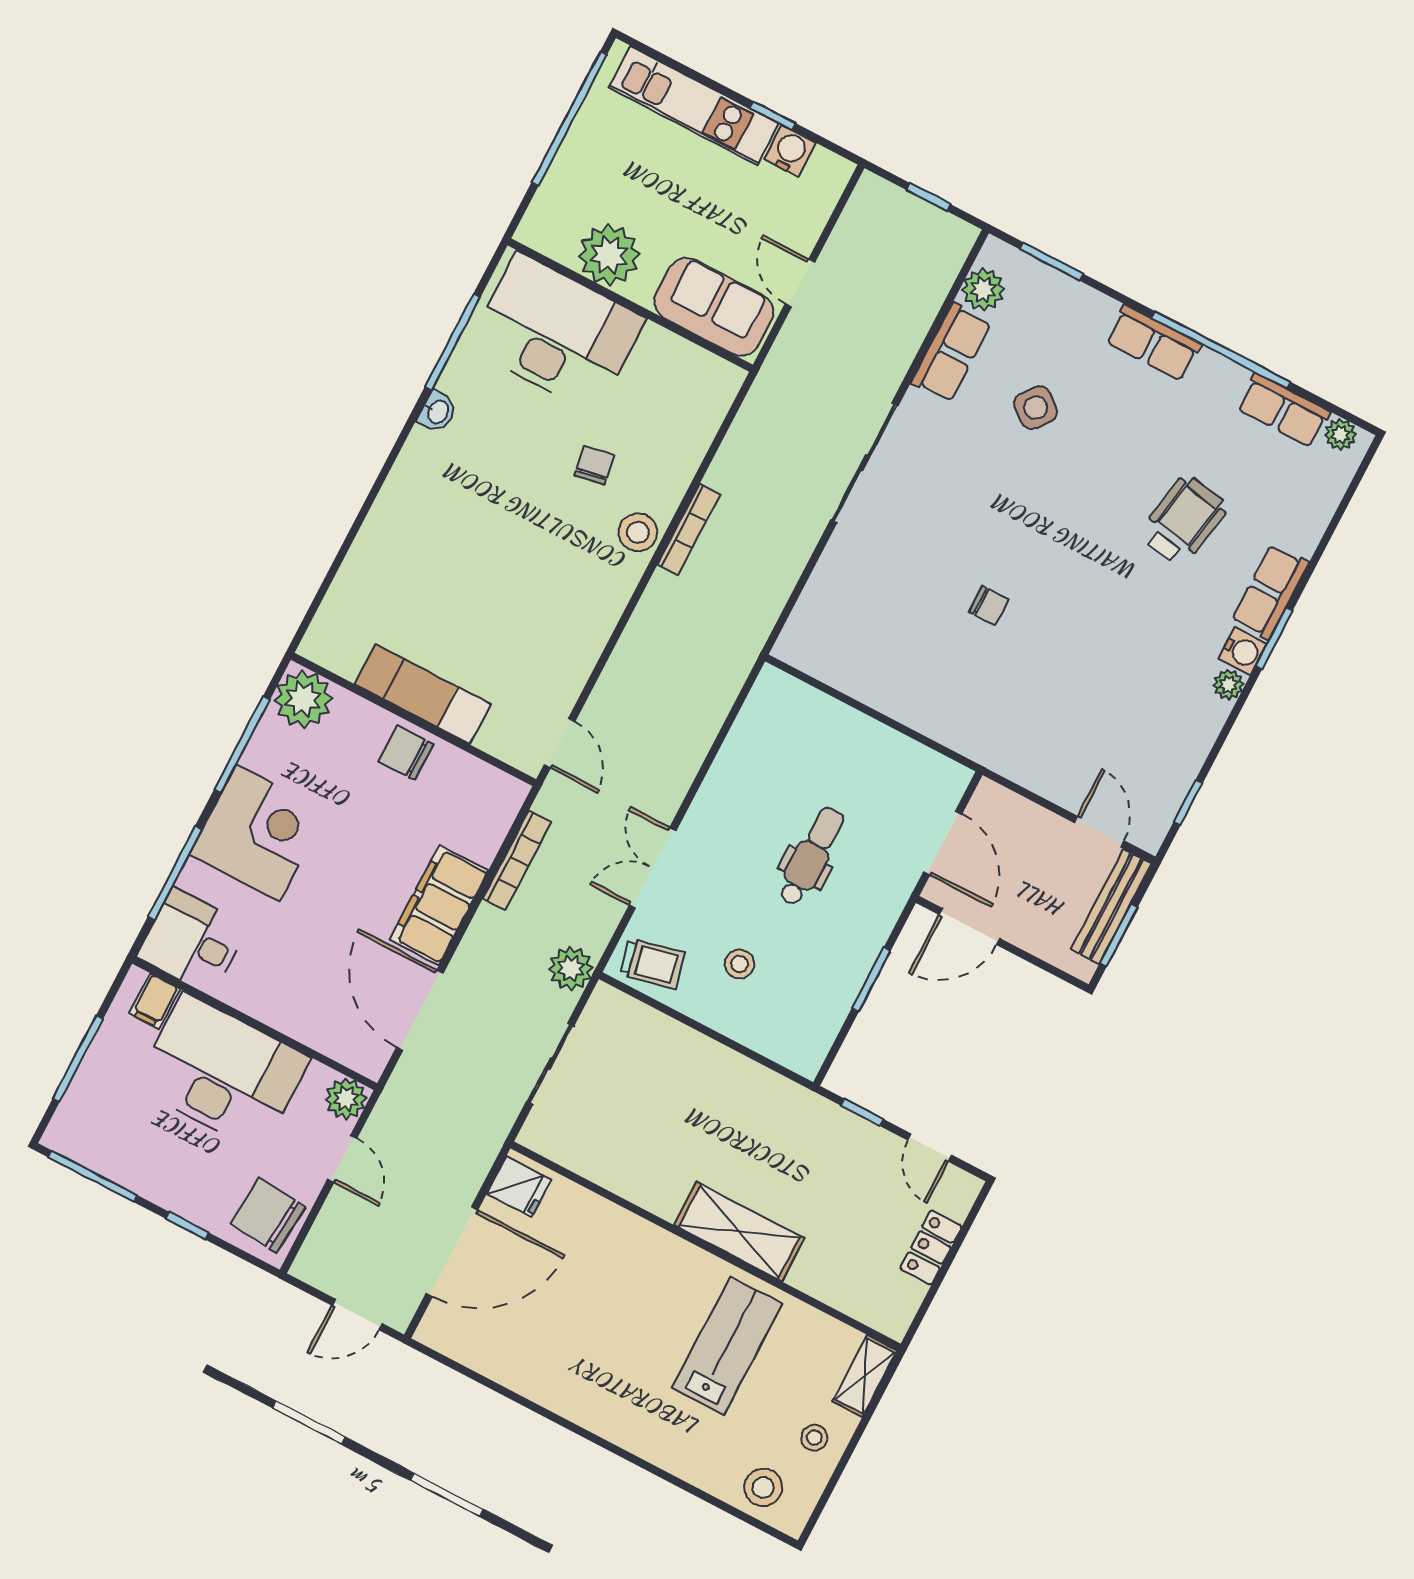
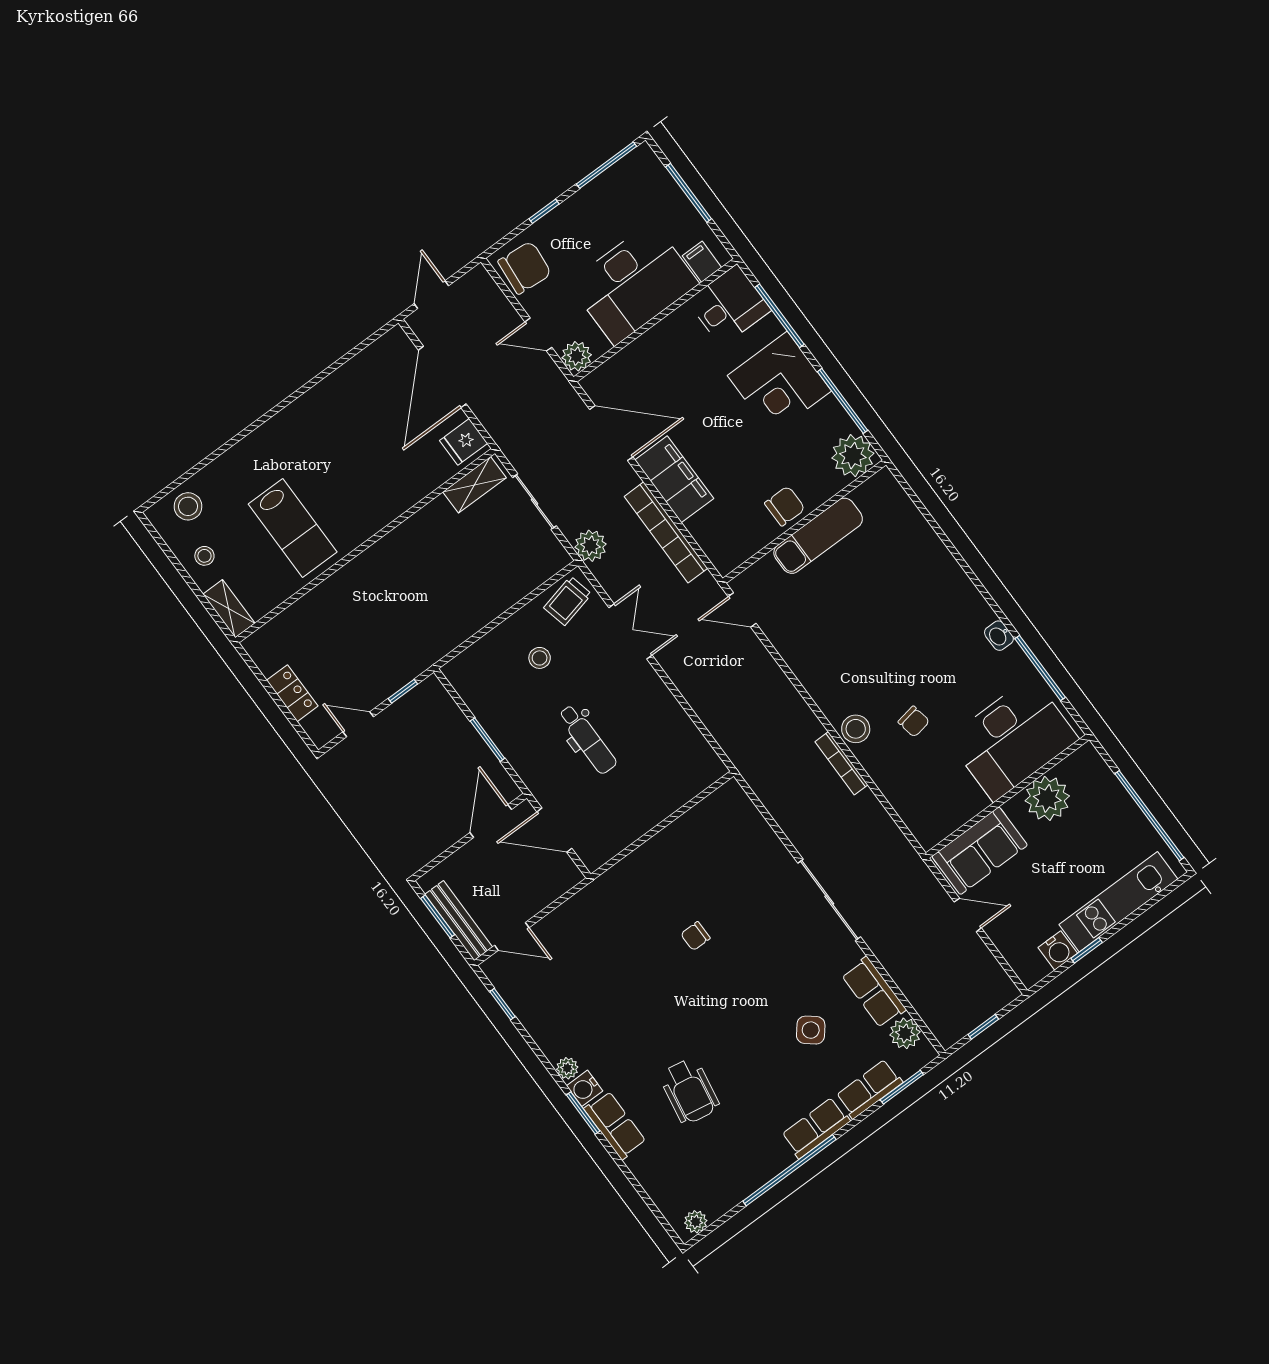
row of seats: (1283, 410) -> (869, 1089), moved
bookcase: (517, 860) -> (666, 532), width x1.48, depth x1.31
shelving: (739, 1232) -> (474, 485), moved, width x0.67, depth x0.75

